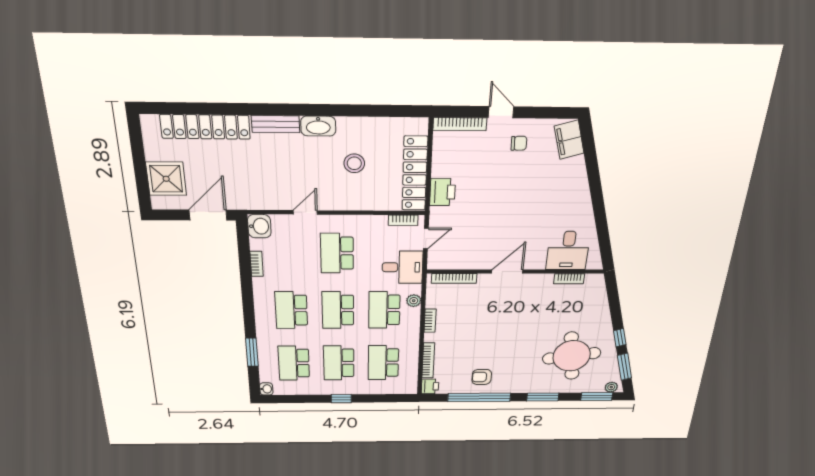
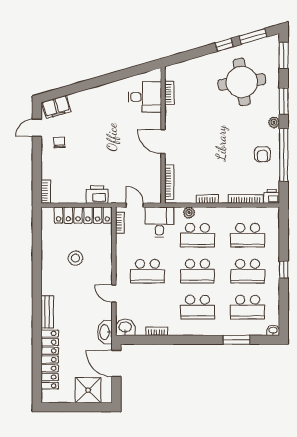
door: (501, 112) -> (37, 128), moved
bookcase: (460, 124) -> (46, 192), width x0.64
washbasin: (318, 126) -> (105, 332), moved, turned 180
plant: (611, 387) -> (274, 122), moved

